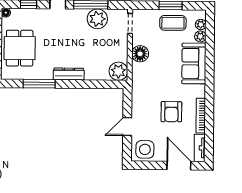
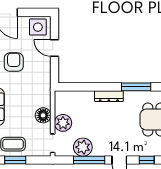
plant: (118, 71) -> (63, 123), moved
door: (127, 126) -> (54, 48), swing flipped

